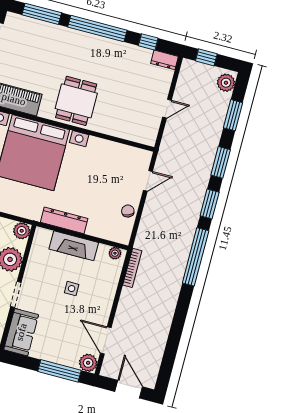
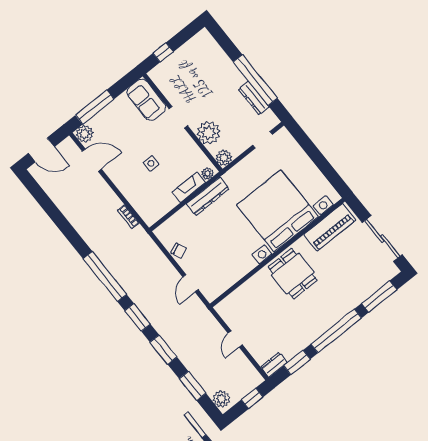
window: (148, 42) -> (297, 362), width x1.50
fireplace: (74, 246) -> (189, 187), width x0.73, depth x0.76
plant: (115, 253) -> (208, 174), moved
bookcase: (132, 268) -> (128, 217), width x0.64

